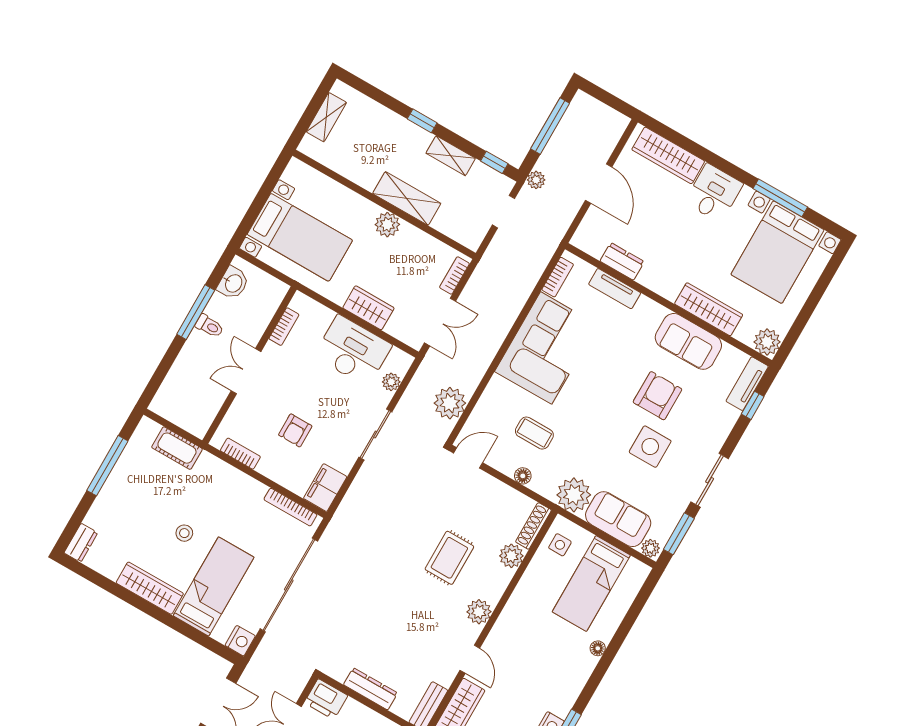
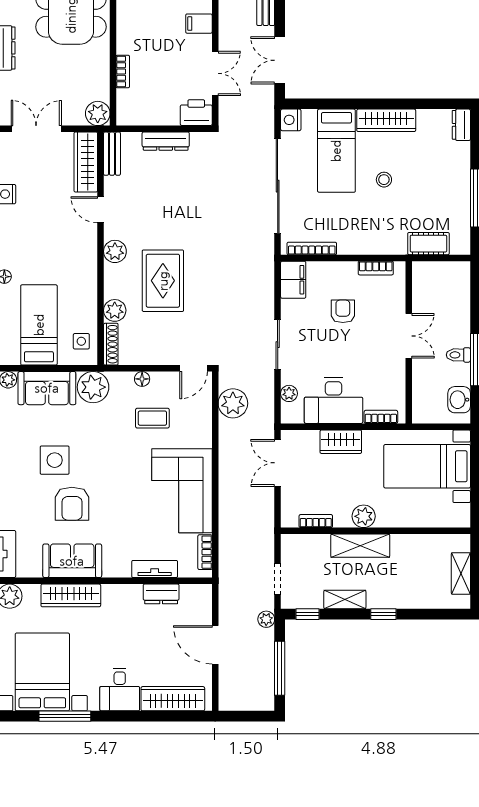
bookcase: (454, 275) -> (316, 521), moved, turned -90
bookcase: (284, 327) -> (381, 417), moved, turned 90
rug: (449, 558) -> (163, 281), width x1.36, depth x1.43

